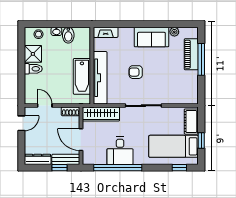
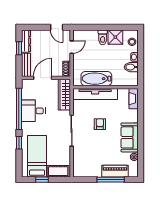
window: (59, 168) -> (19, 48), moved
window: (179, 168) -> (19, 143), moved

